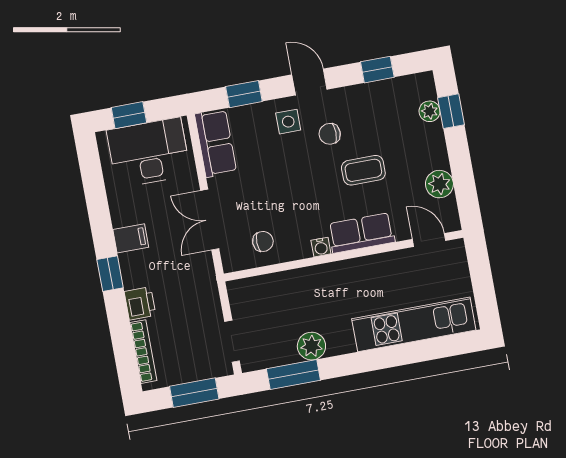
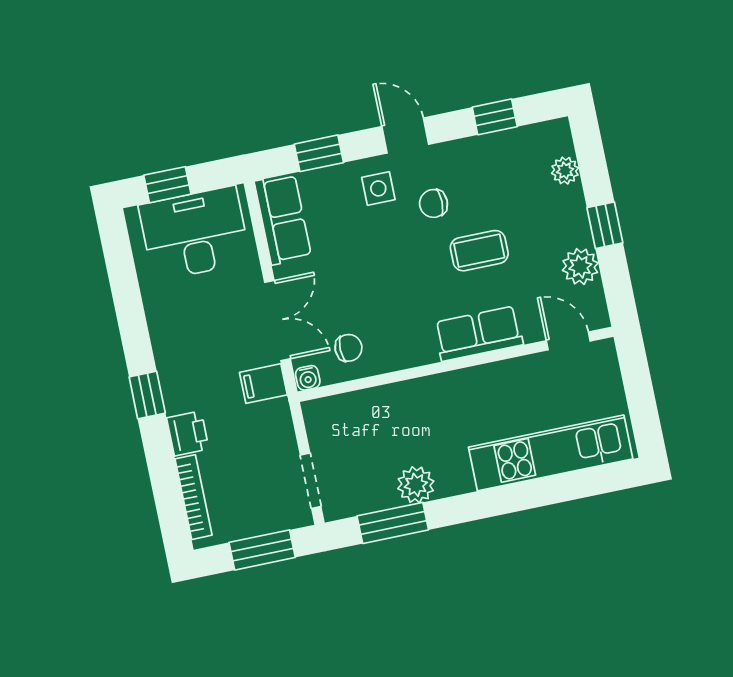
window: (451, 111) -> (605, 225), moved
double door: (210, 220) -> (277, 321), swing flipped
filing cabinet: (131, 238) -> (263, 384), moved, turned 180
water cooler: (321, 247) -> (308, 378), moved

